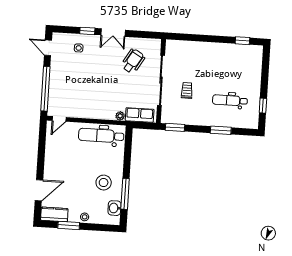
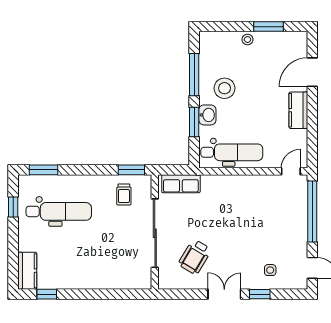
kitchen counter: (256, 59) -> (27, 271), added
trolley: (187, 90) -> (124, 195), moved
dental chair: (230, 100) -> (59, 211), width x1.36, depth x1.38
plant: (120, 116) -> (208, 181), removed
window: (221, 130) -> (43, 170), moved
window: (127, 159) -> (194, 122), added
washbasin: (114, 208) -> (207, 115), moved
kitchen counter: (54, 214) -> (298, 110), moved, turned 90

